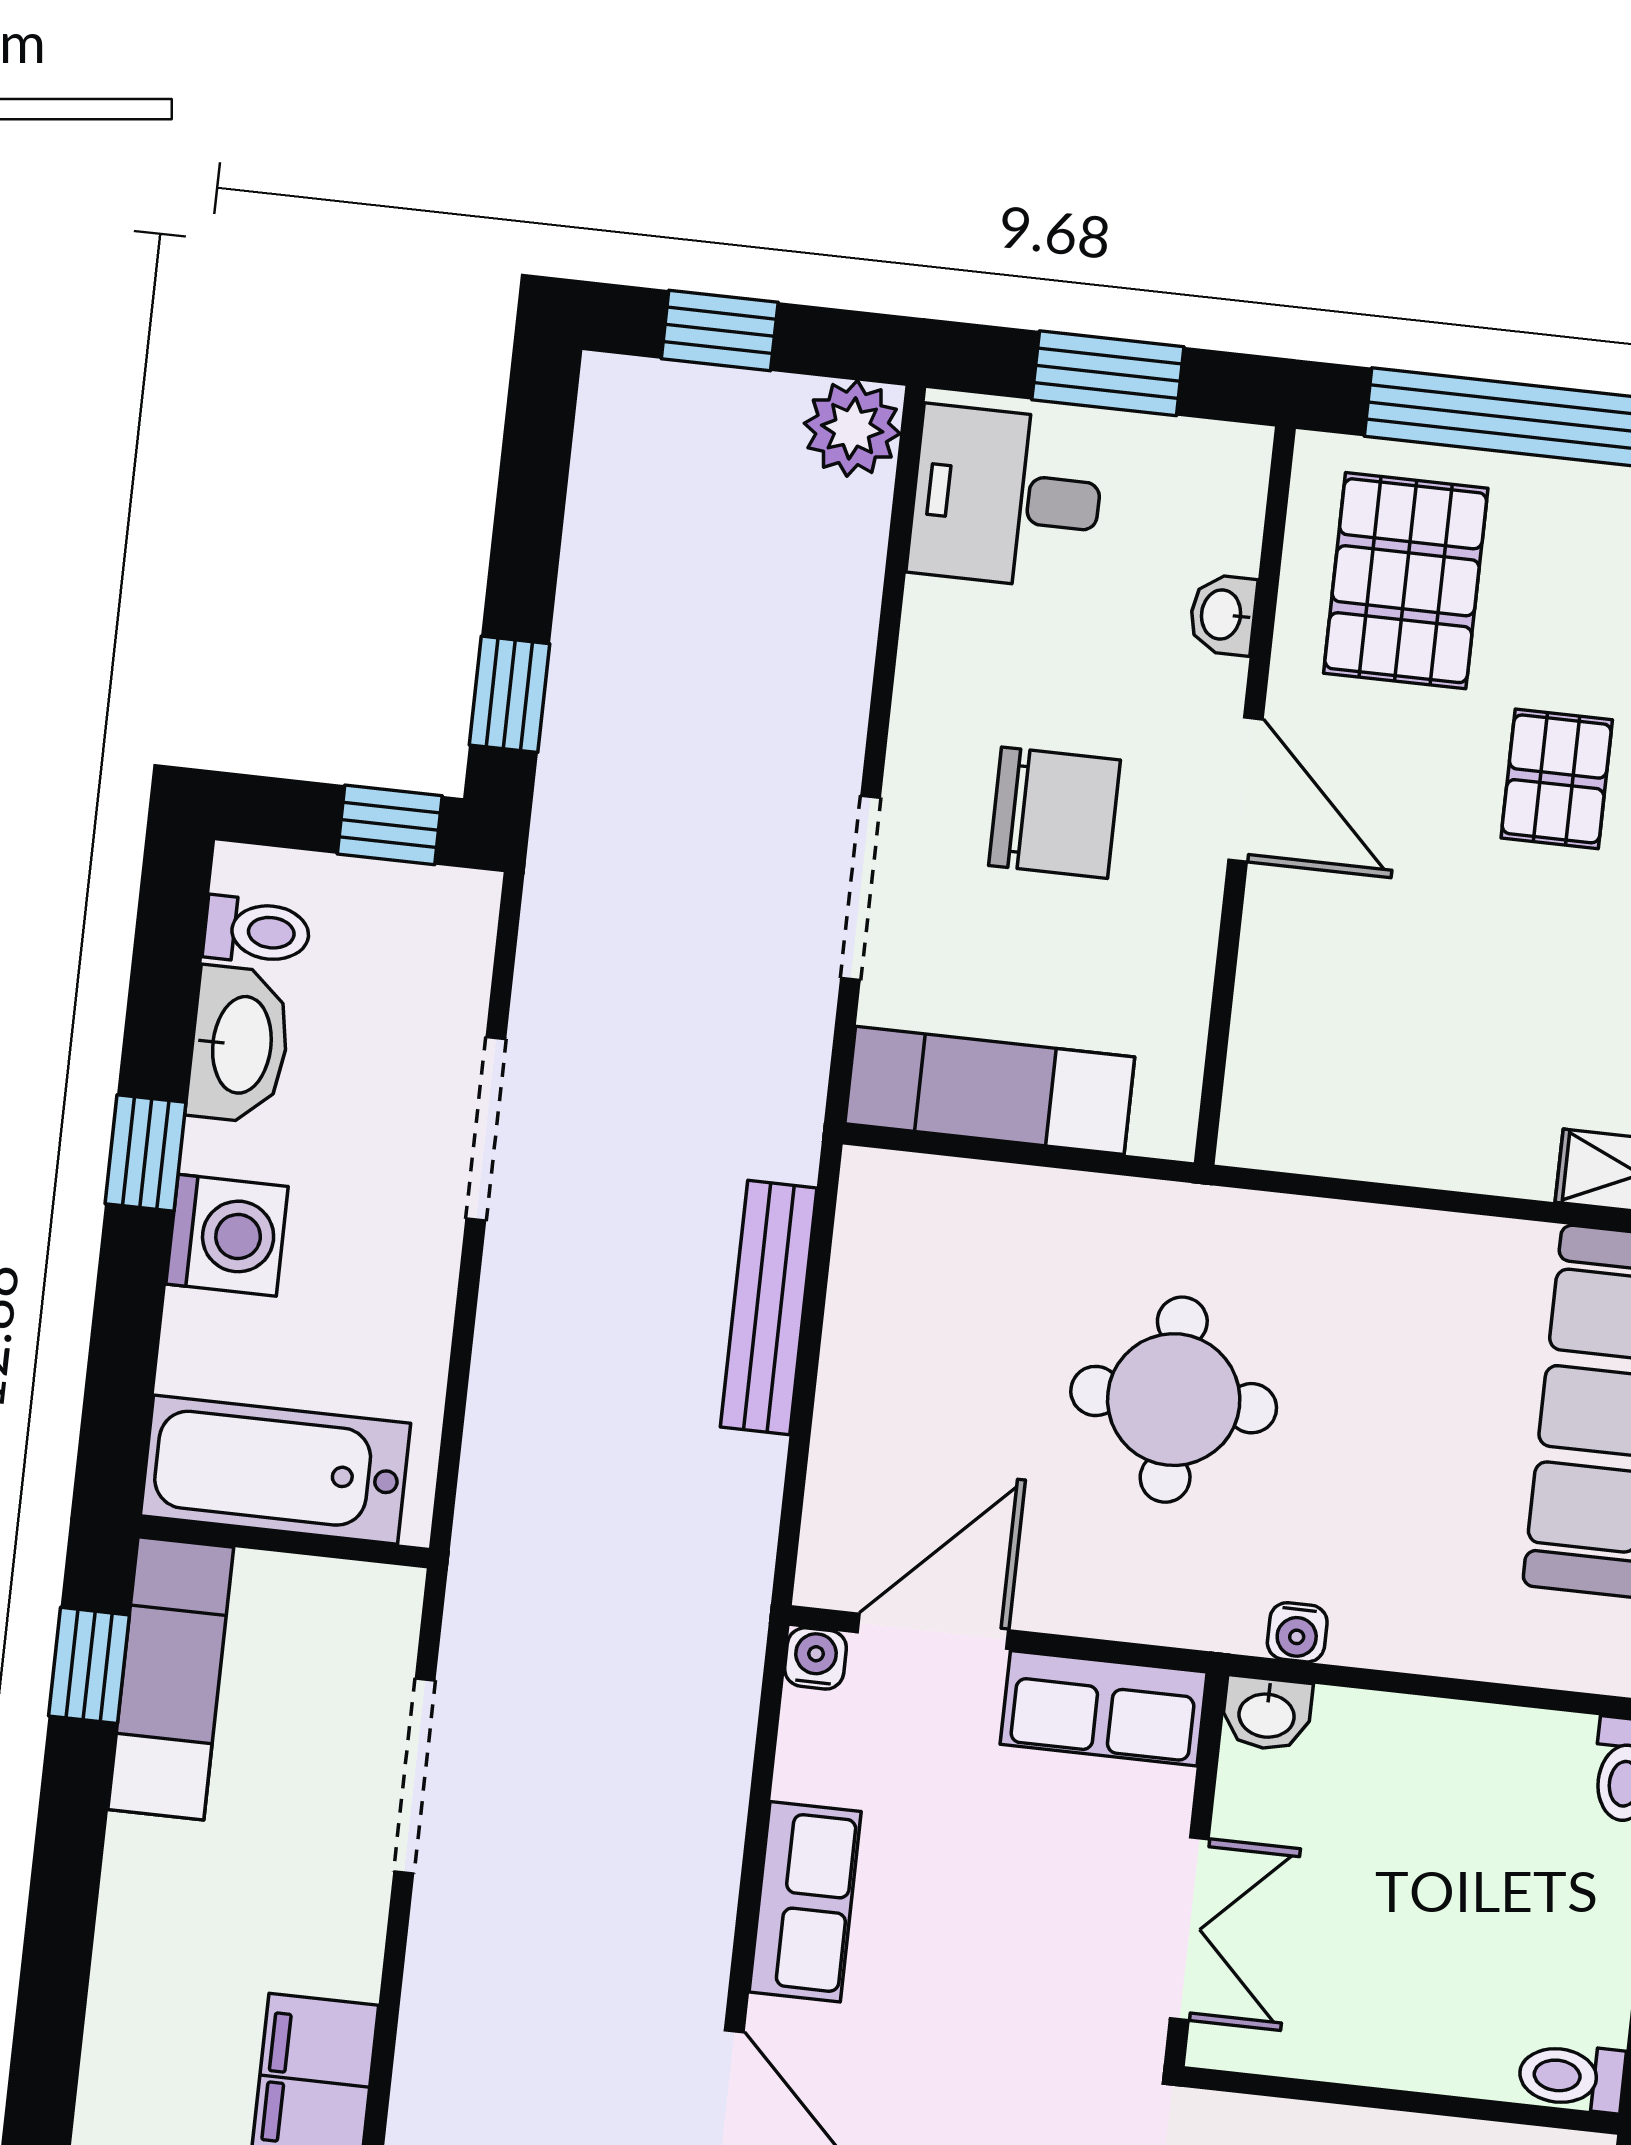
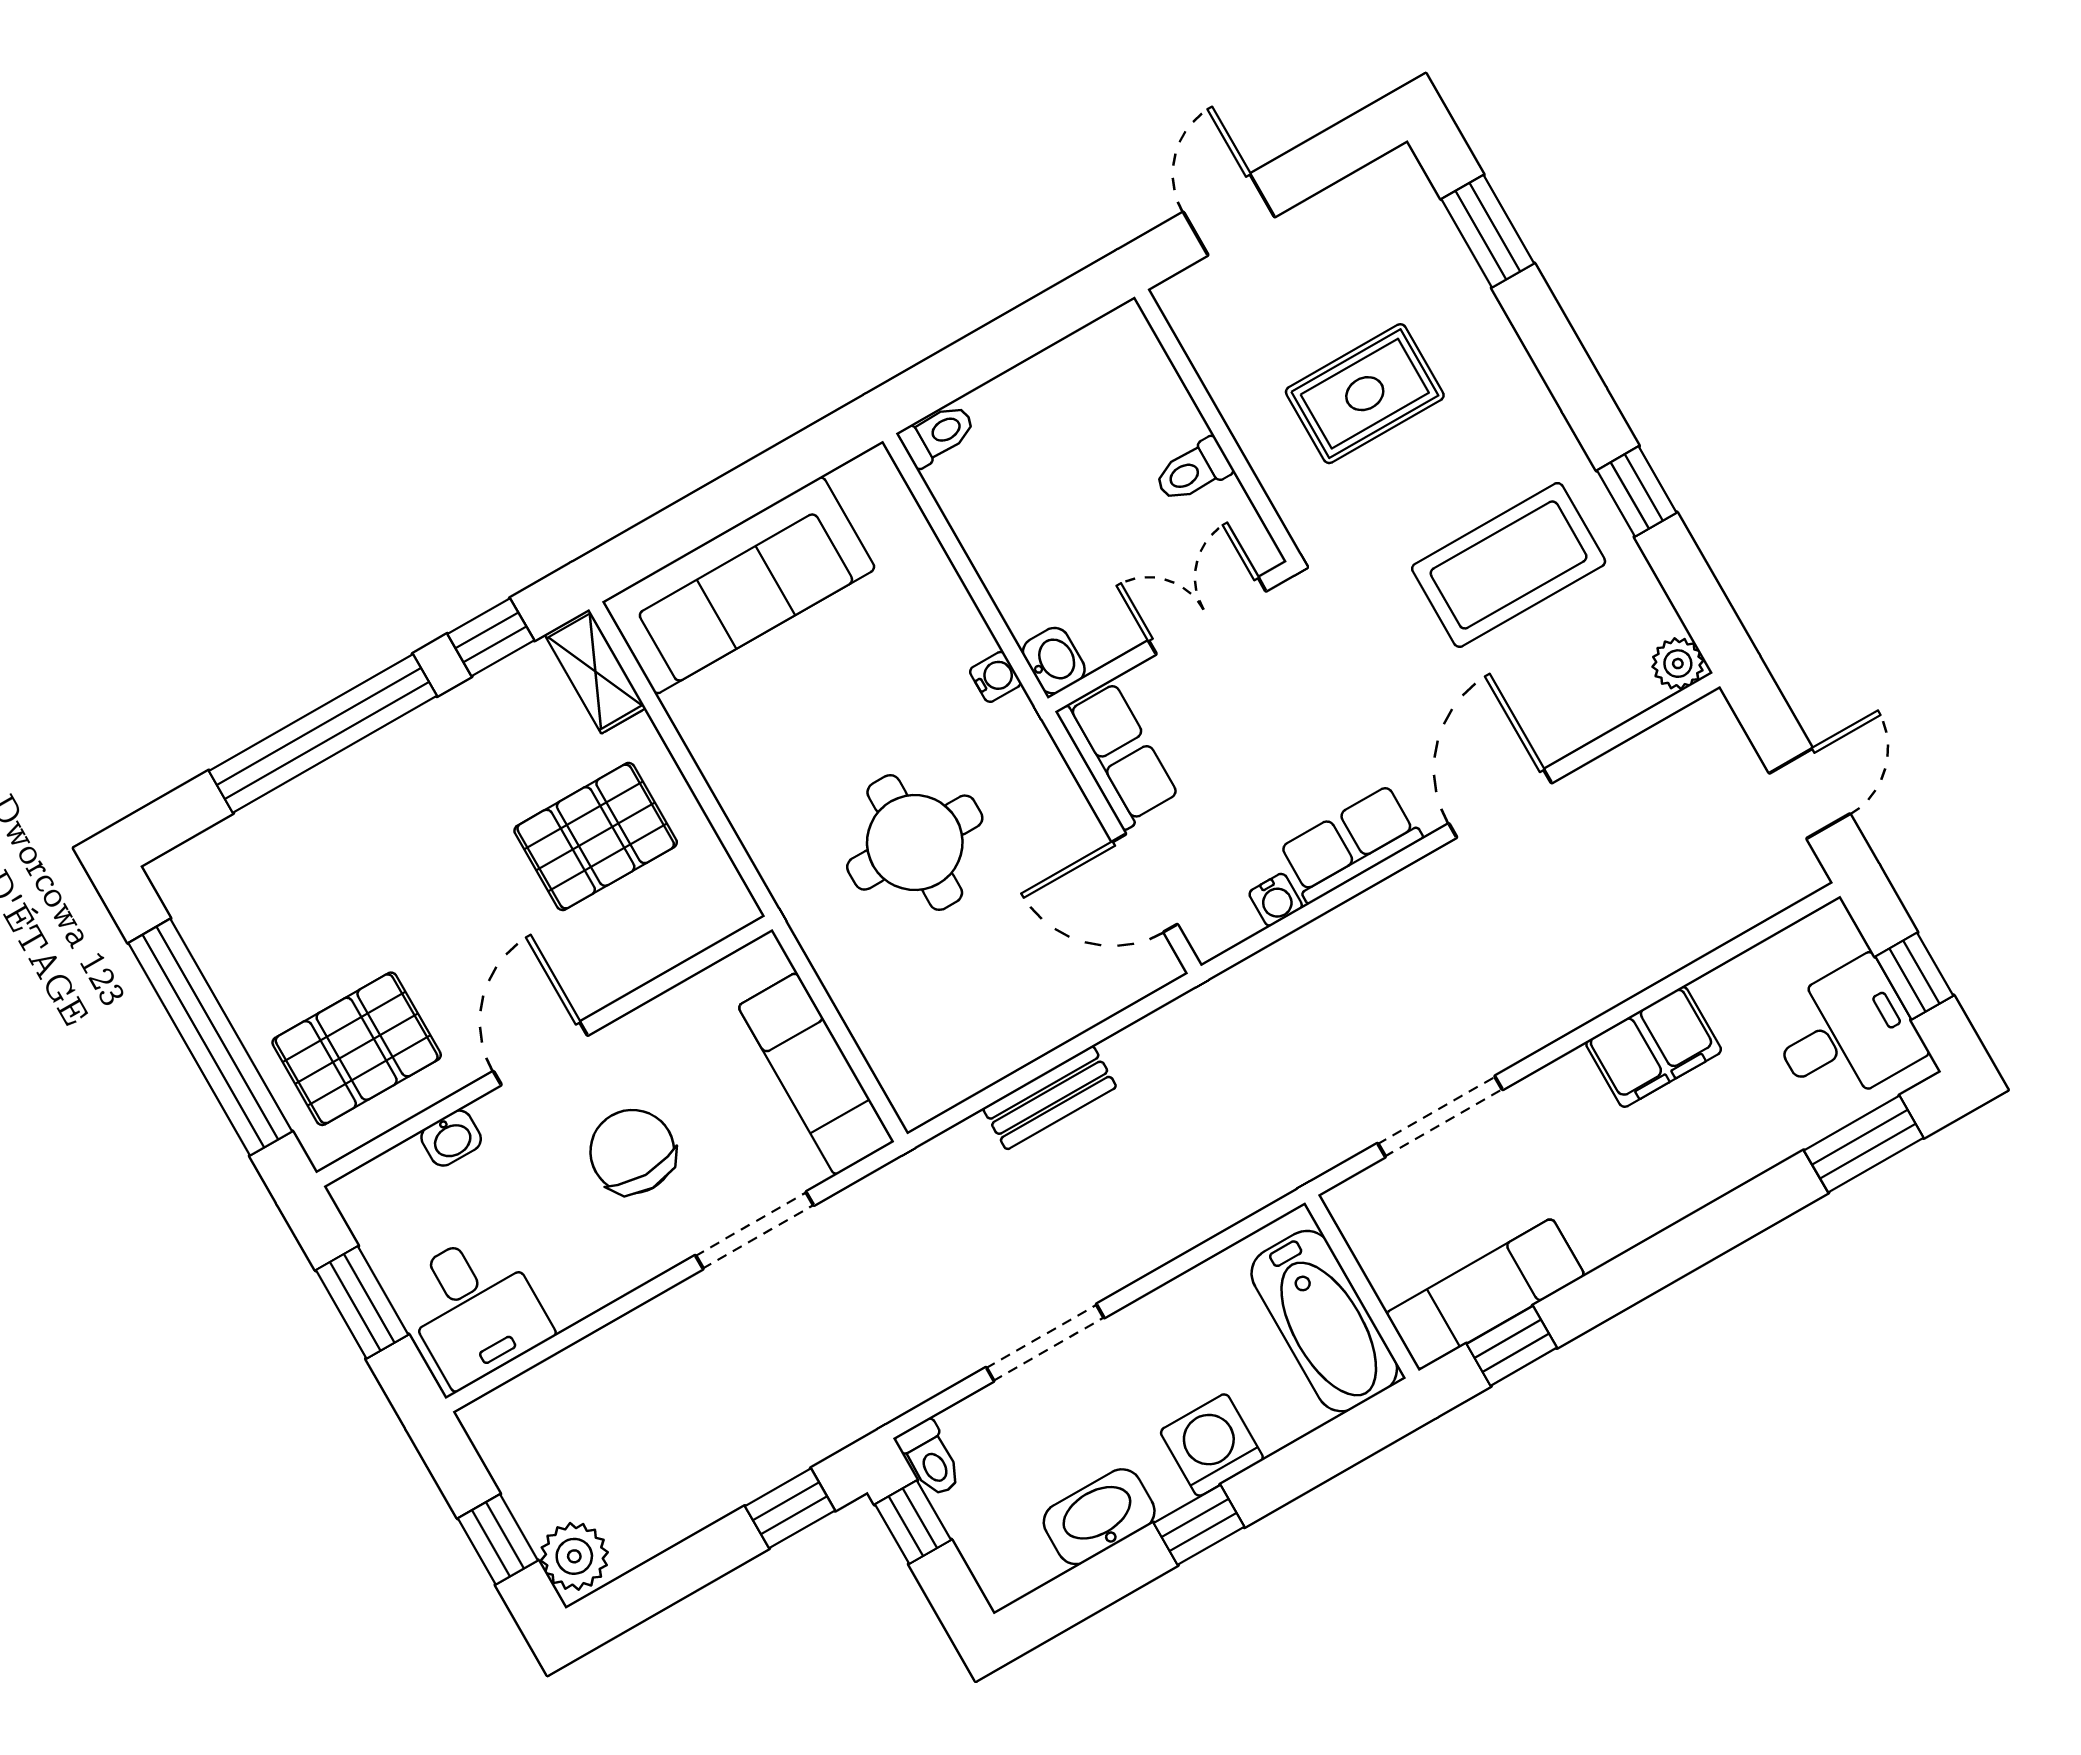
plant: (852, 428) -> (574, 1556), moved
pallet: (1557, 779) -> (596, 836), moved, width x1.50, depth x1.42
toilet: (257, 931) -> (930, 1459), moved, turned 180
bench: (769, 1307) -> (1050, 1098), width x0.73
water cooler: (816, 1658) -> (1276, 900), moved, turned -90
toilet: (1572, 2077) -> (1193, 471), moved, turned 90

